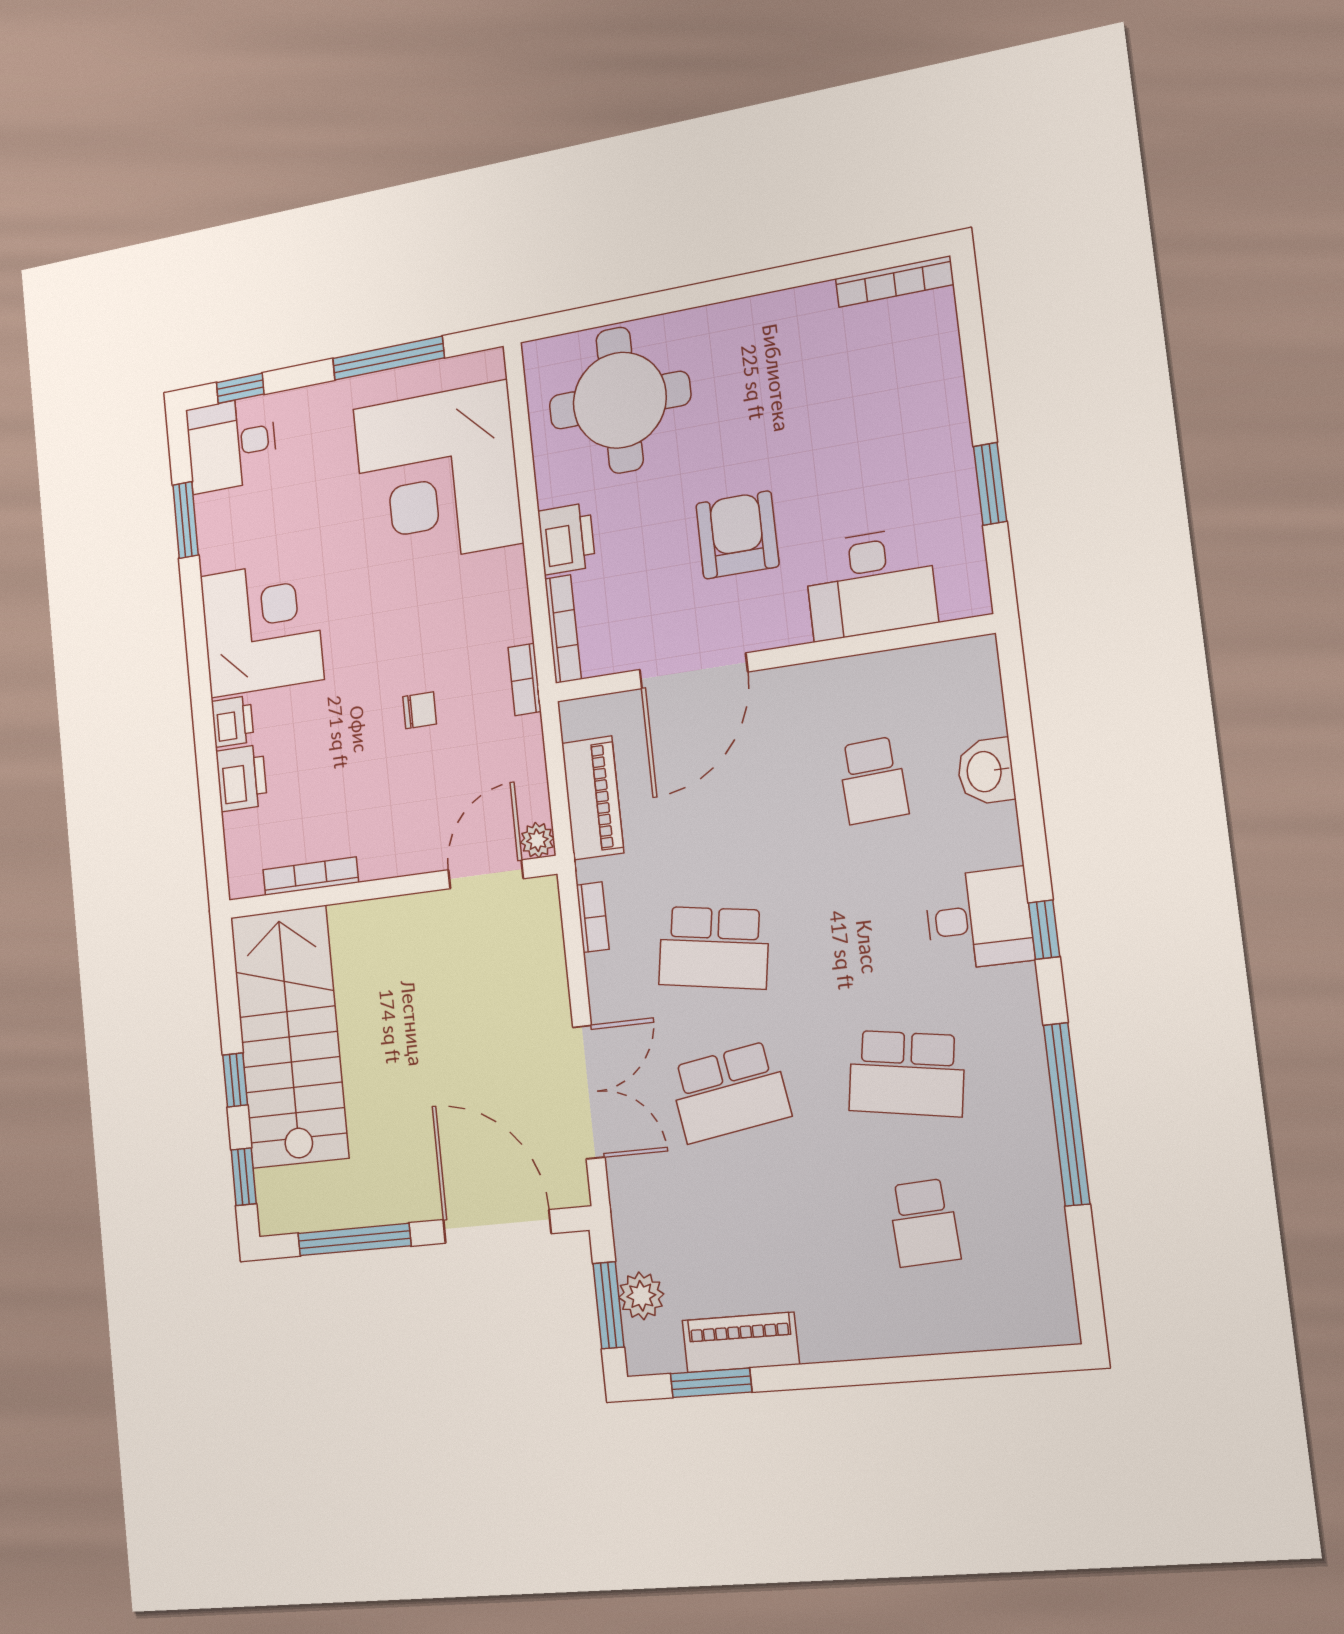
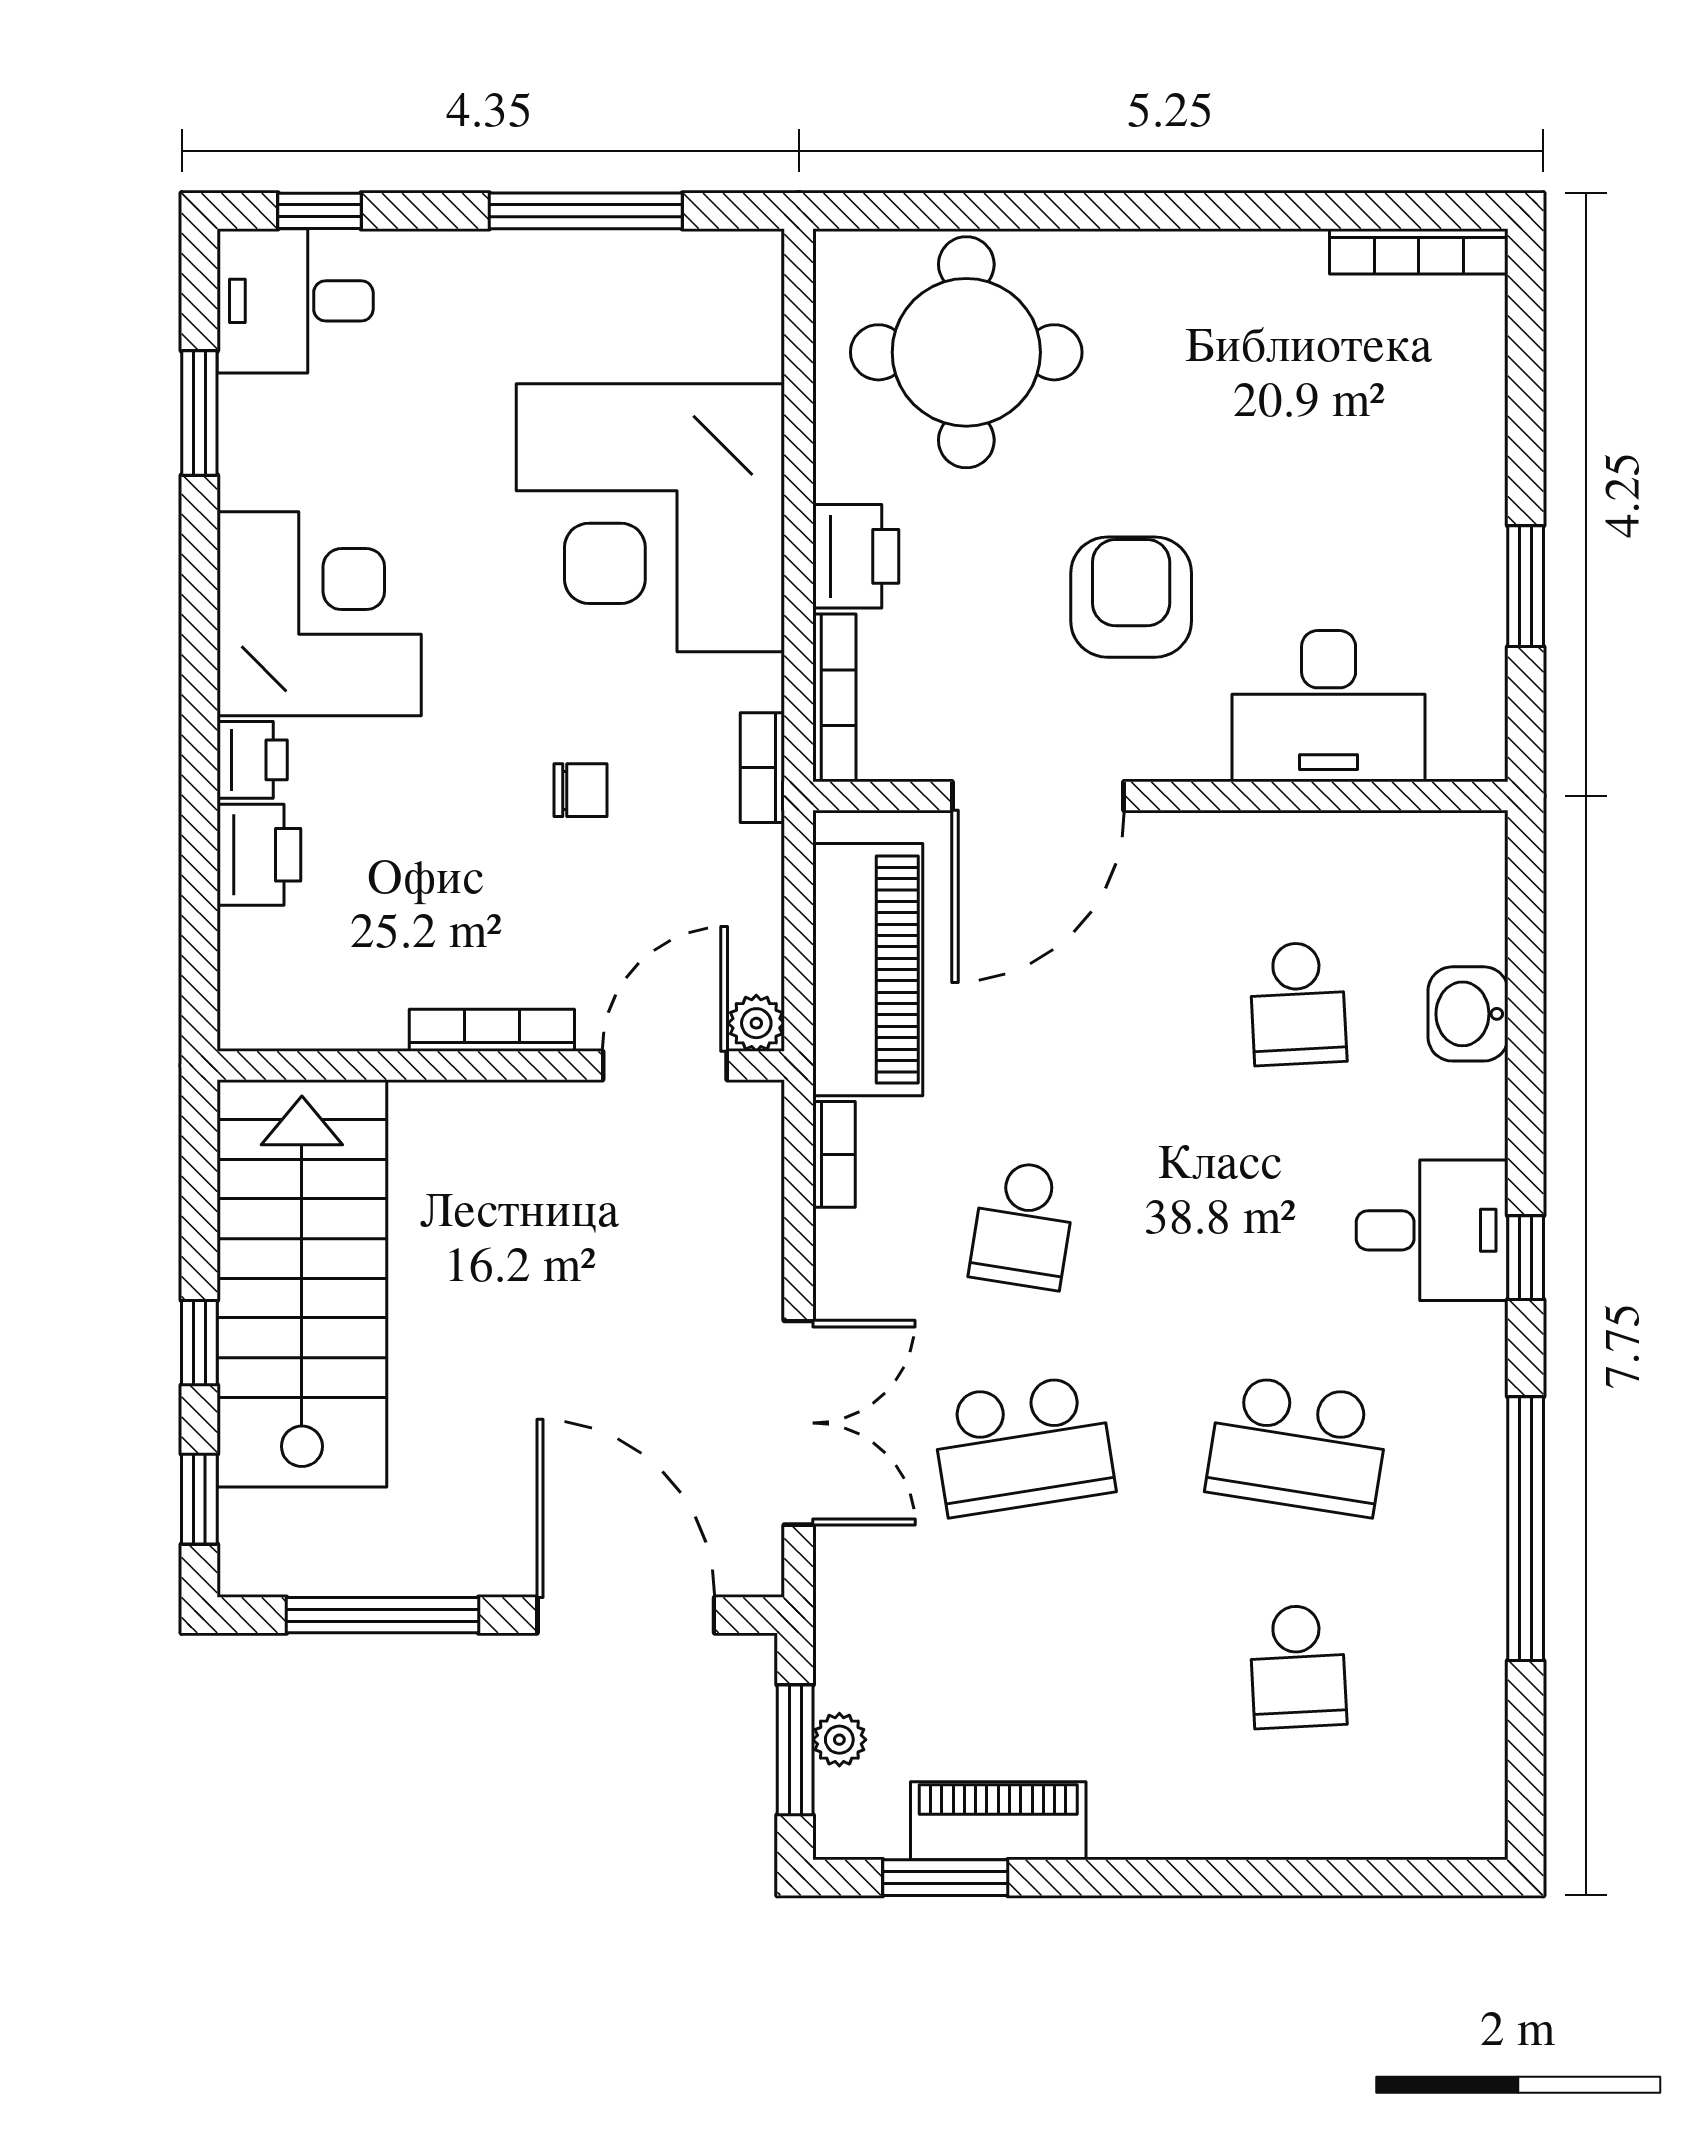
corner desk: (438, 475) -> (650, 518), moved
piano: (593, 798) -> (868, 970), width x1.37, depth x1.33
bookcase: (311, 876) -> (492, 1030), moved
school desk: (714, 948) -> (1023, 1225), width x0.54
plant: (641, 1296) -> (839, 1740), width x0.73, depth x0.73

